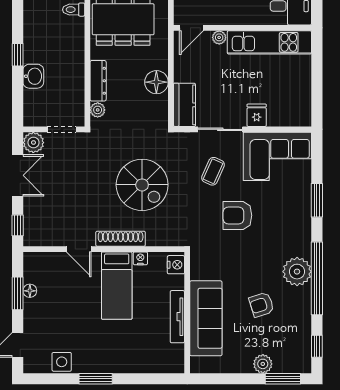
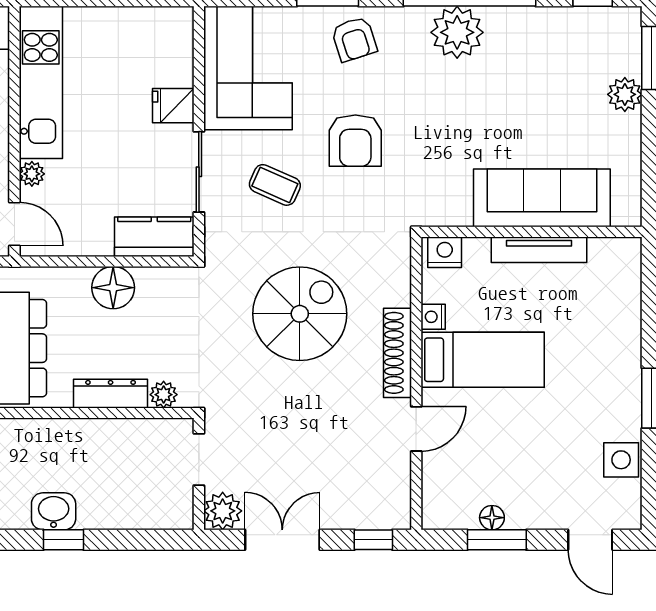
washbasin: (33, 76) -> (54, 511), moved
armchair: (261, 305) -> (354, 39), moved

